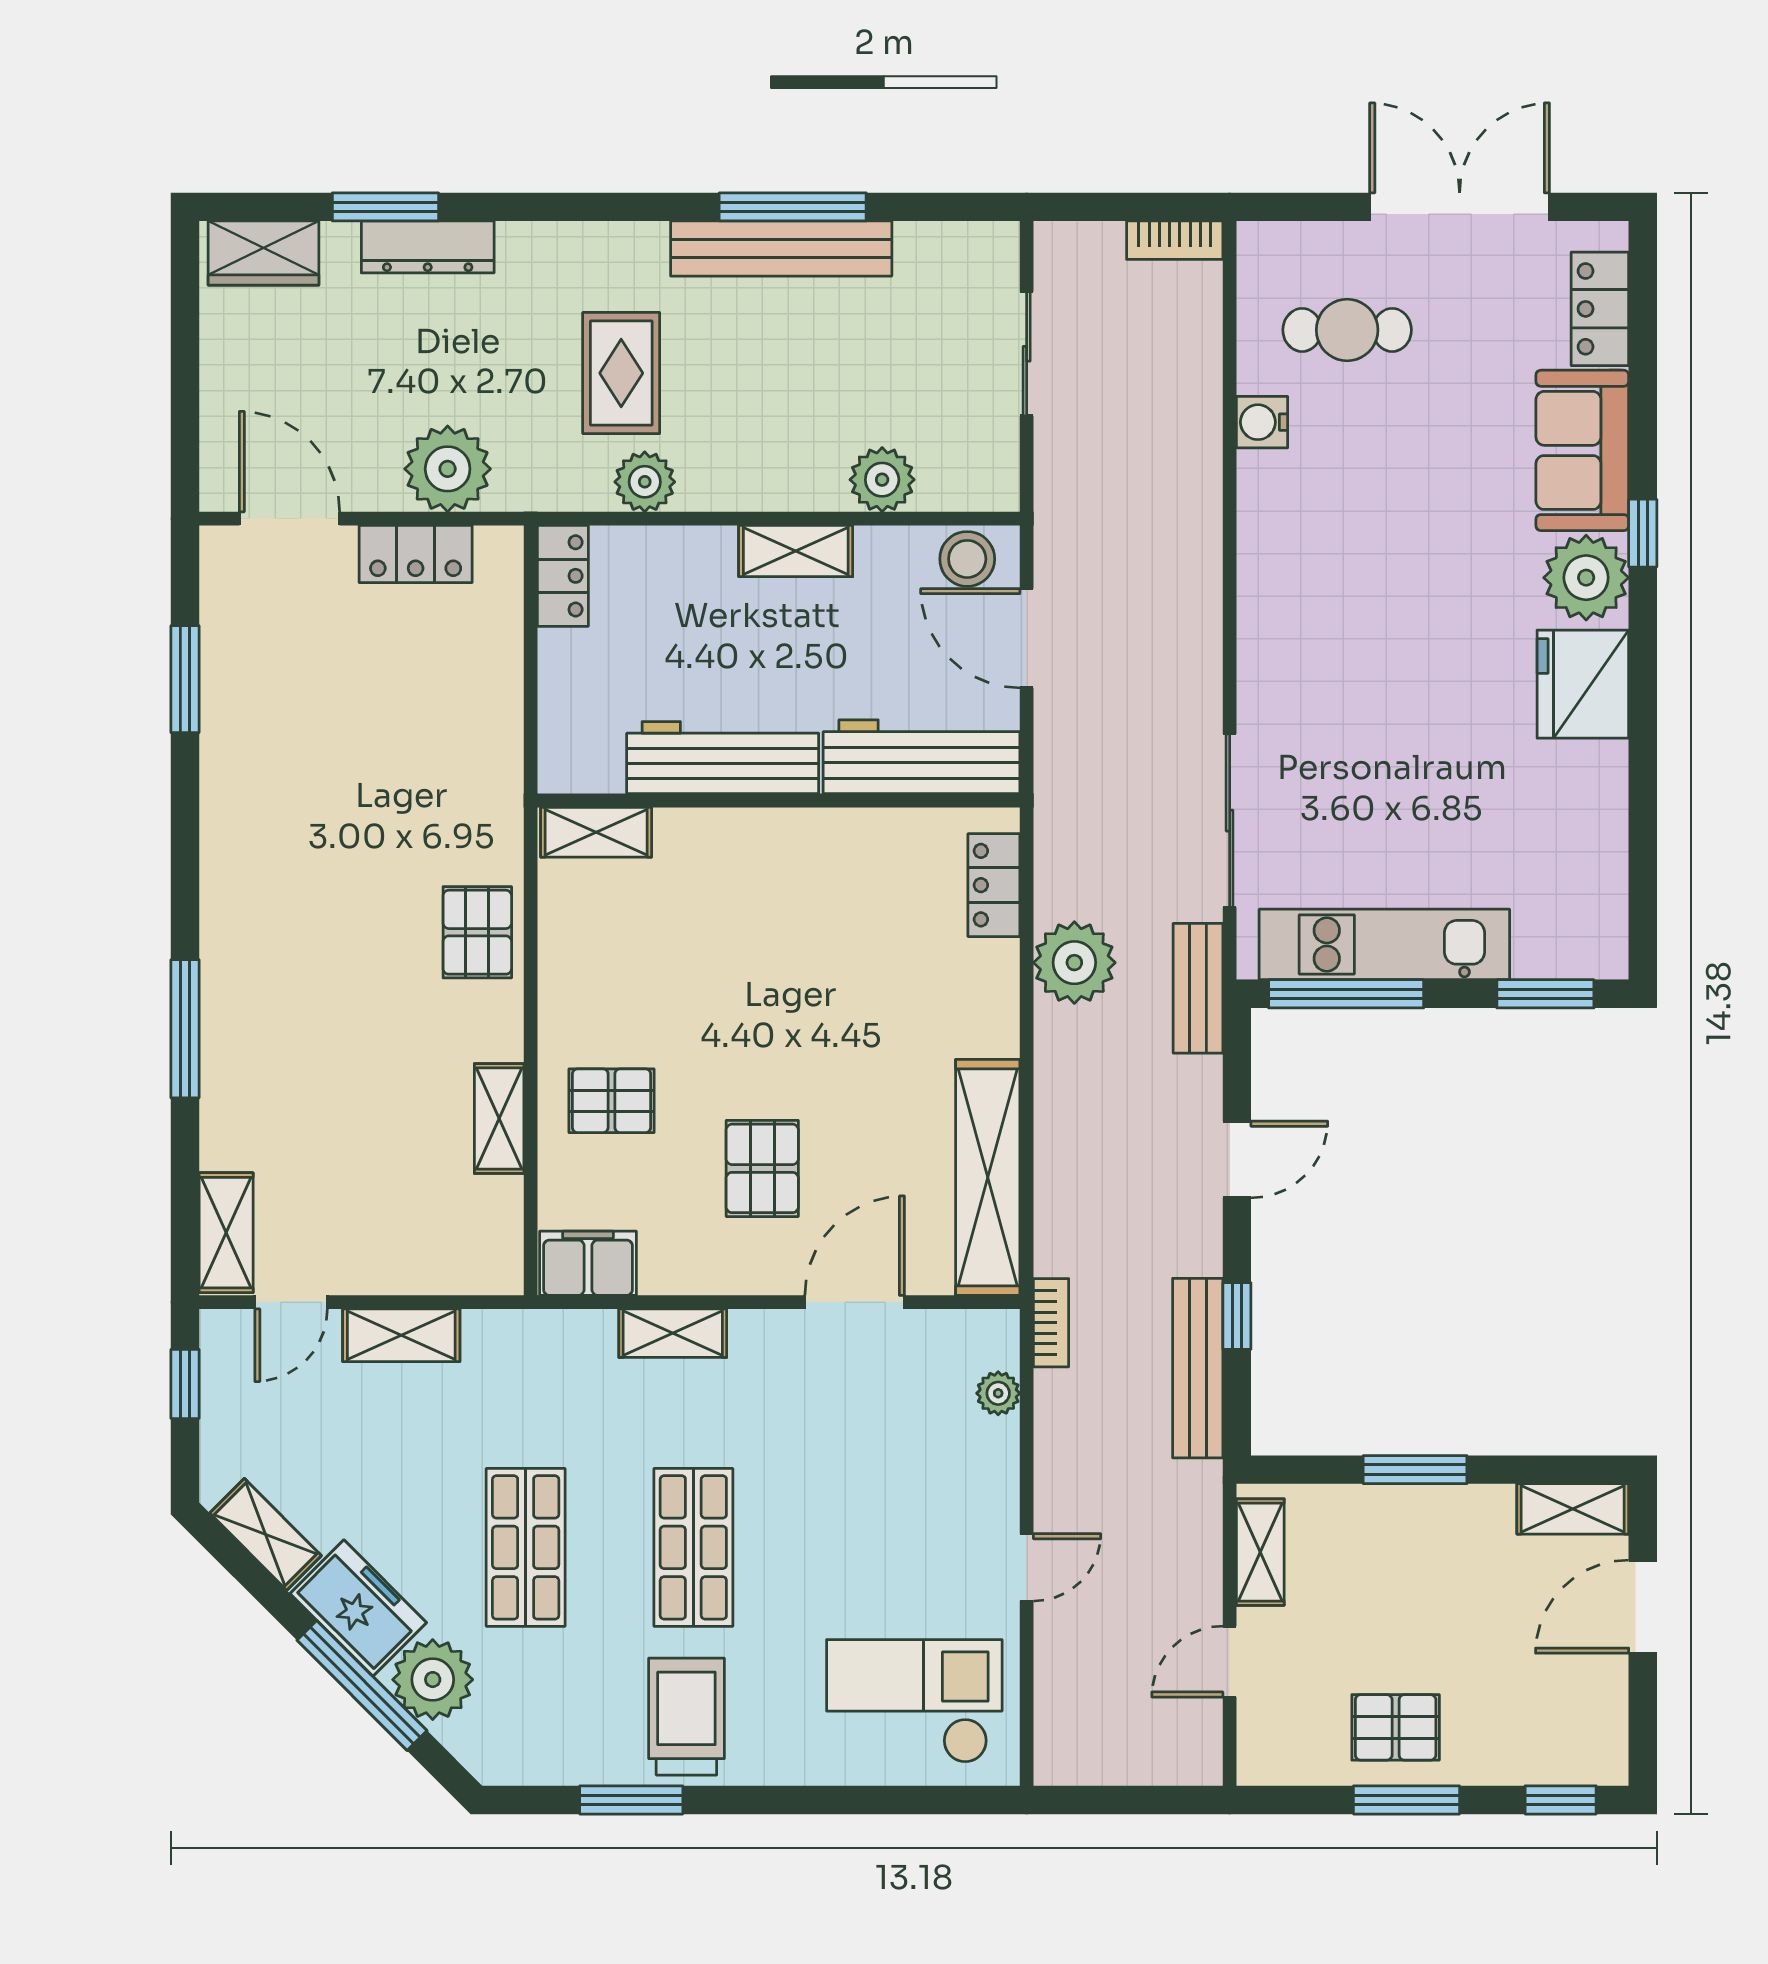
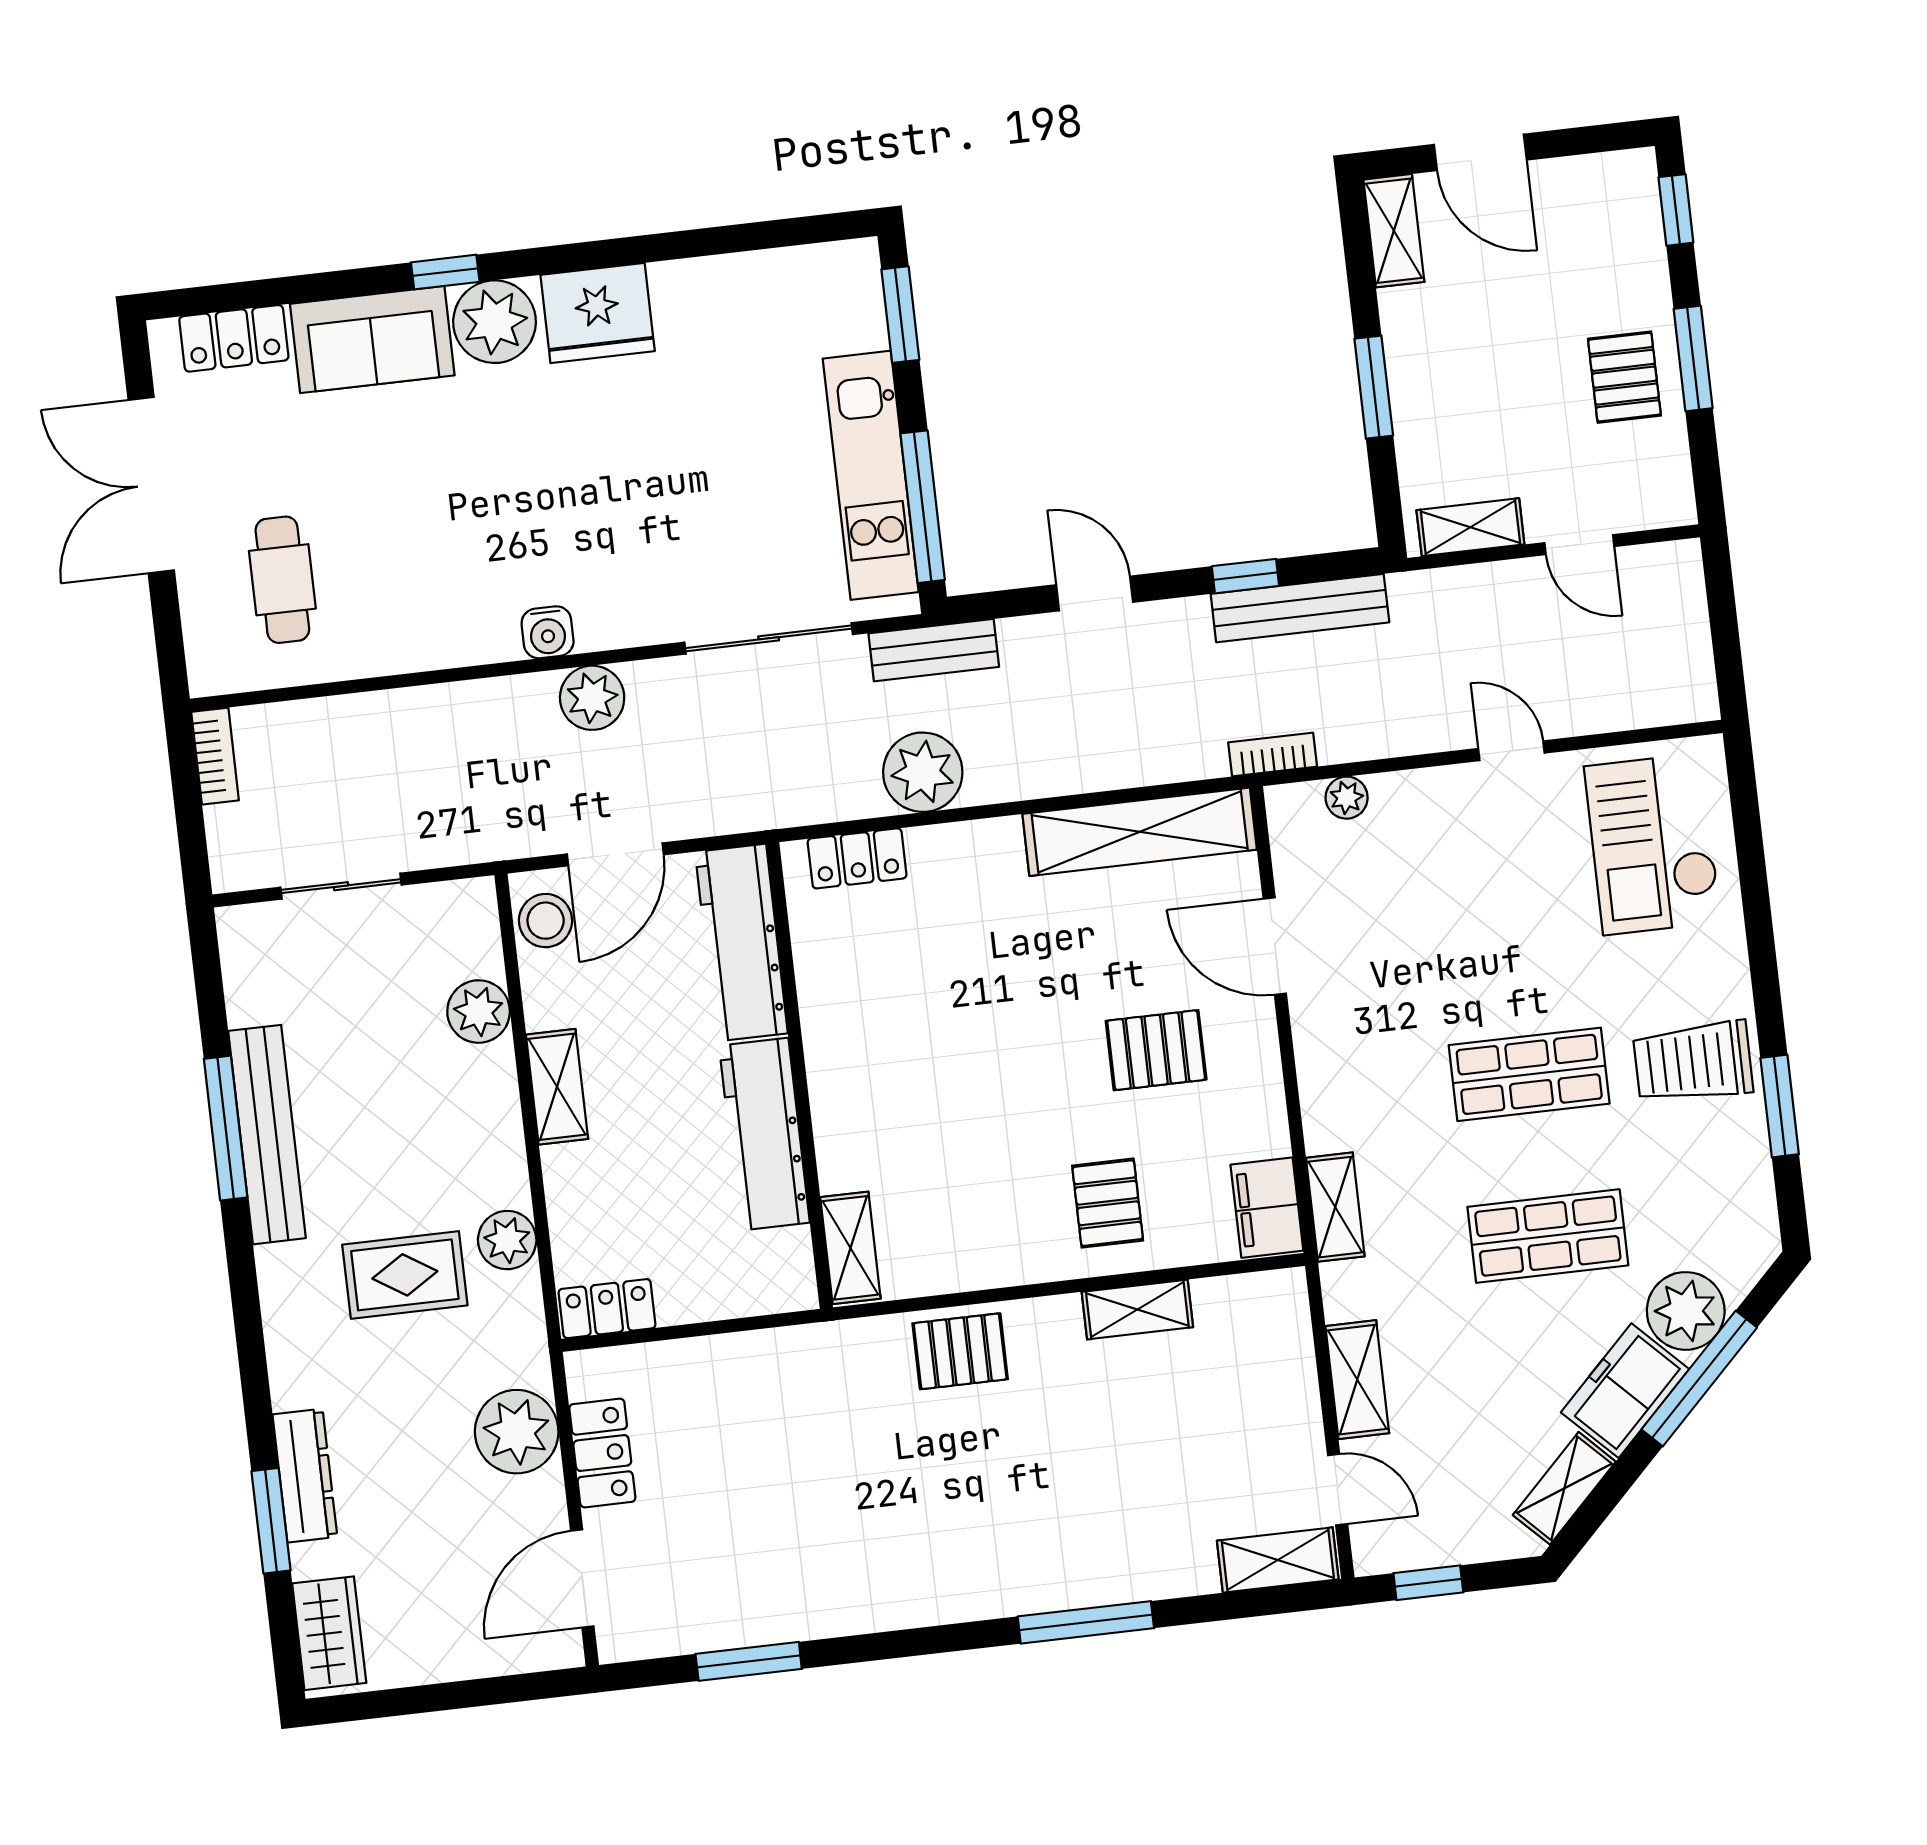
water cooler: (1262, 422) -> (548, 632), moved
plant: (1190, 633) -> (592, 698), added
shelving: (673, 1333) -> (1335, 1207), moved

